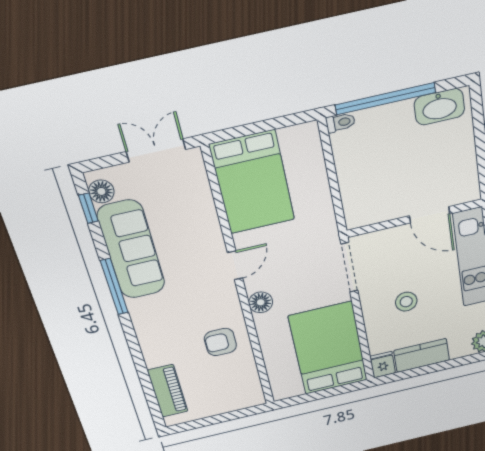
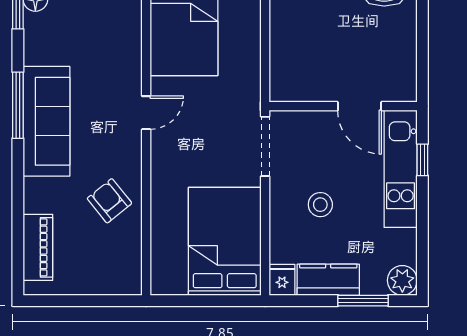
sofa: (131, 250) -> (46, 121), moved
floor lamp: (261, 302) -> (163, 163), removed
armchair: (220, 342) -> (109, 201), turned 51
window: (453, 363) -> (363, 301), added

